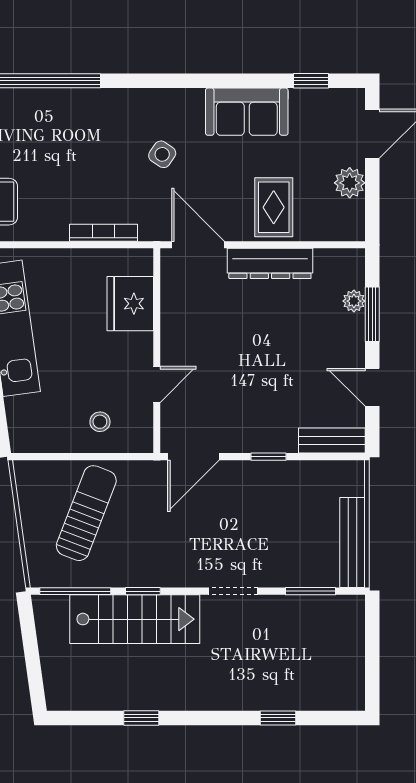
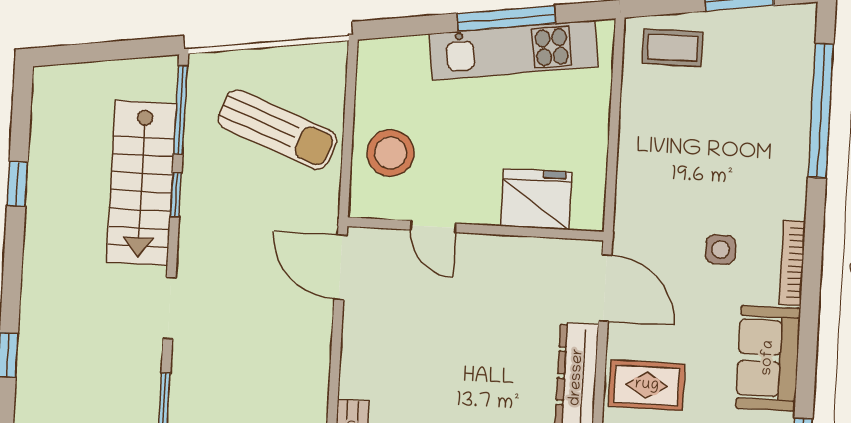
side table: (162, 154) -> (721, 249), turned -34
bookcase: (104, 233) -> (792, 263), moved, turned 180
door: (198, 245) -> (605, 288), hinge flipped
stool: (100, 422) -> (391, 153), width x1.89, depth x1.89
window: (268, 457) -> (335, 361), removed

